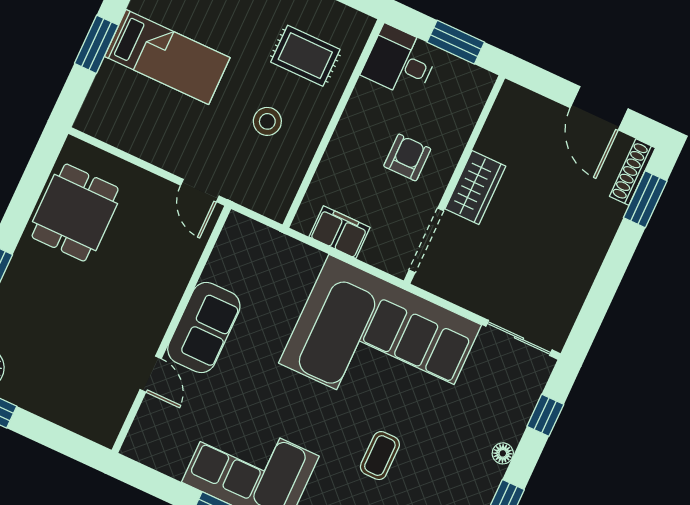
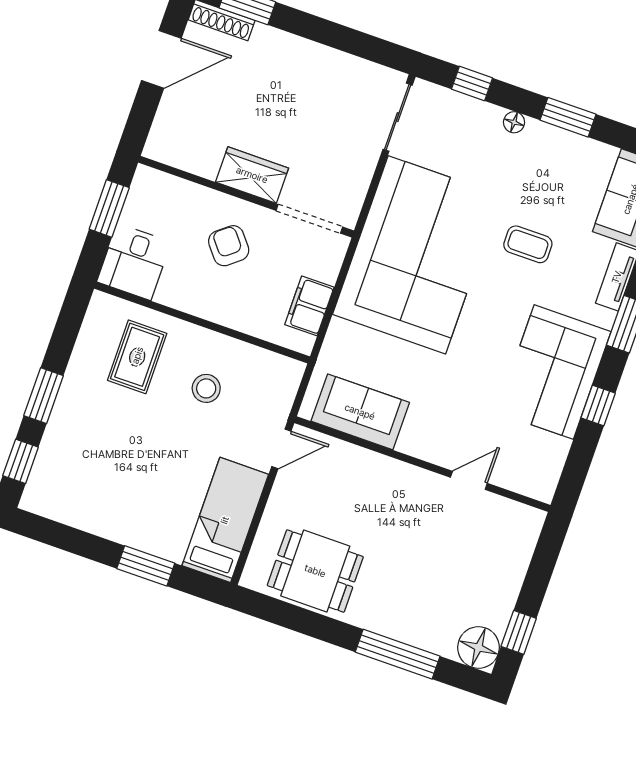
bed: (167, 57) -> (225, 520), moved
armchair: (407, 157) -> (229, 246), turned 51
sofa: (204, 327) -> (360, 412), moved

